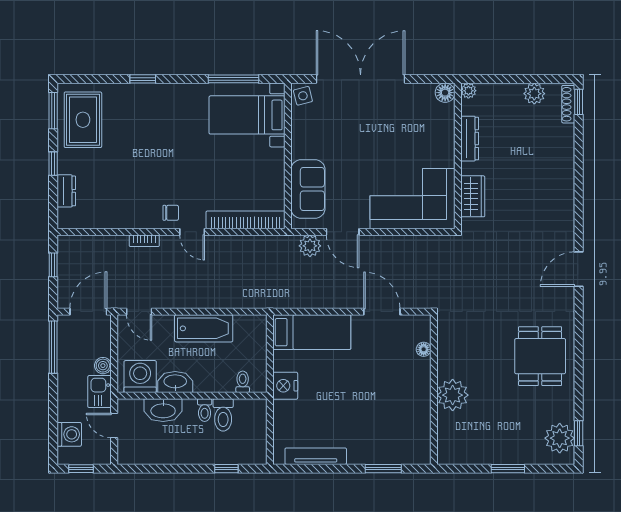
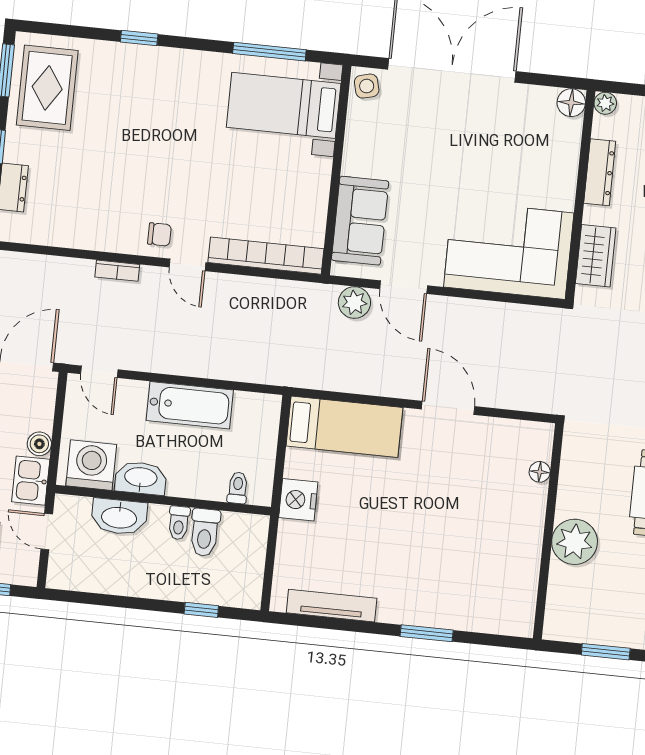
floor lamp: (424, 349) -> (540, 472), moved
wall: (434, 390) -> (548, 531), moved
plant: (453, 395) -> (575, 542), moved

